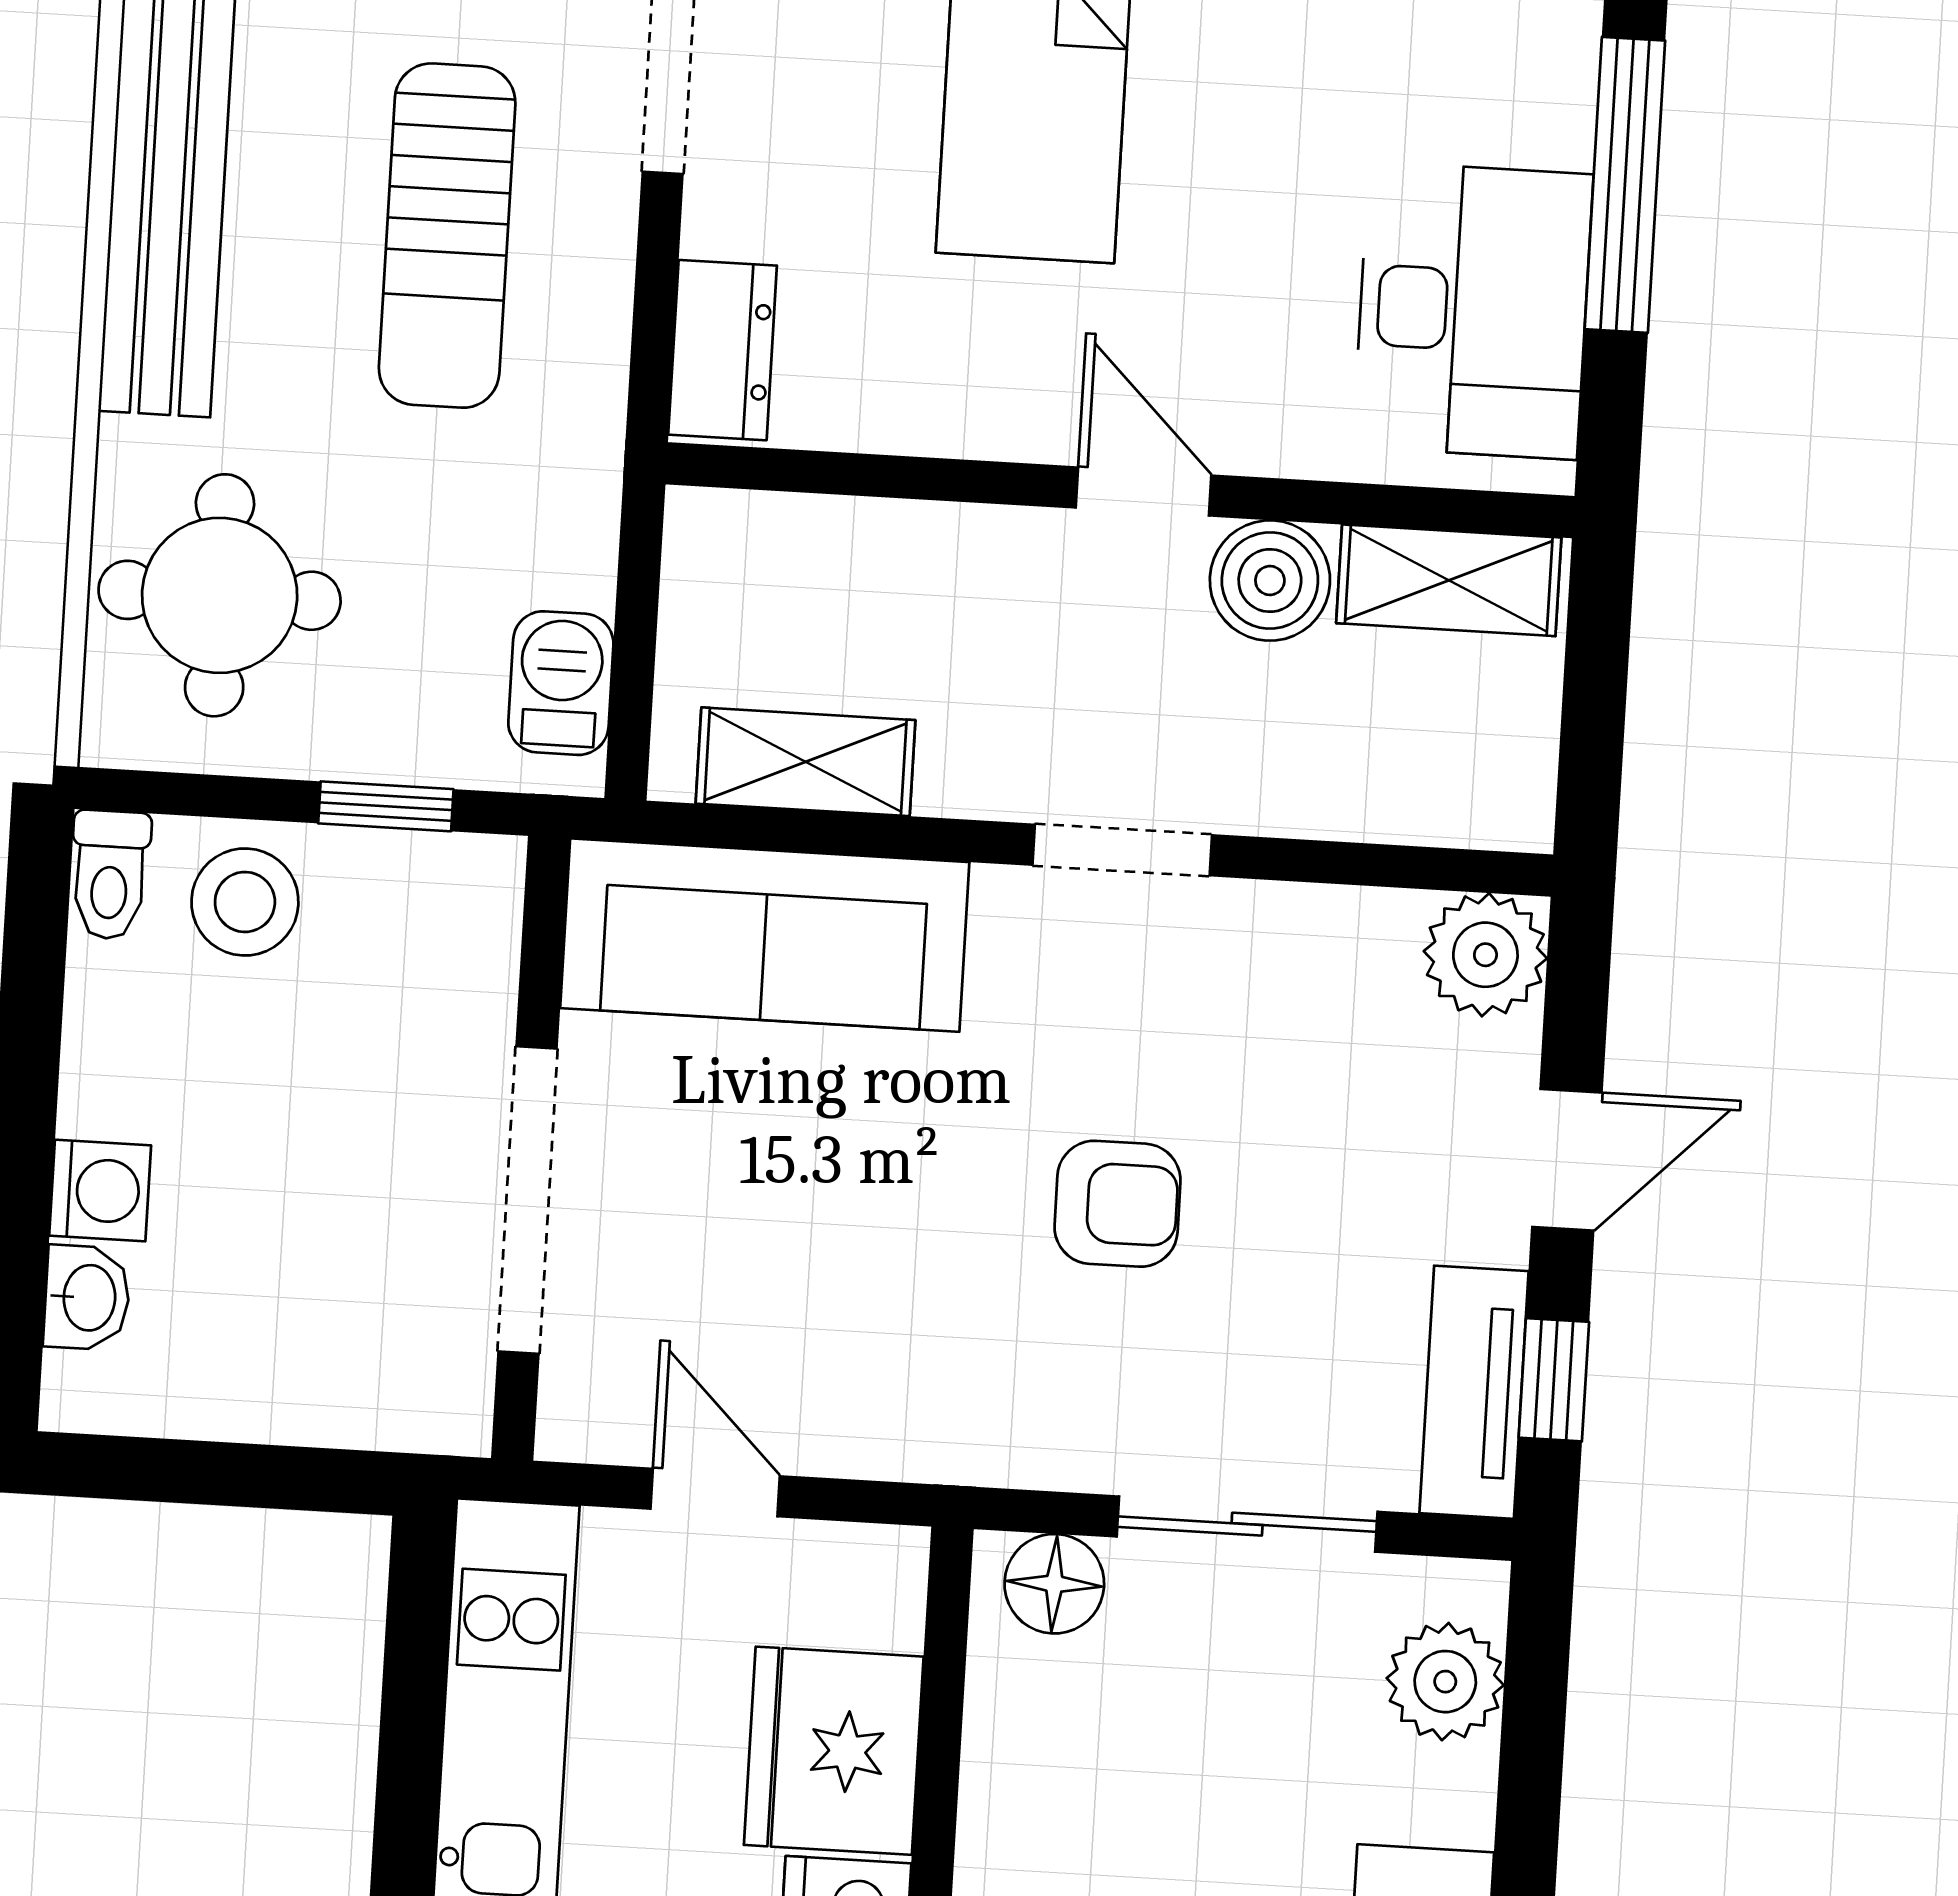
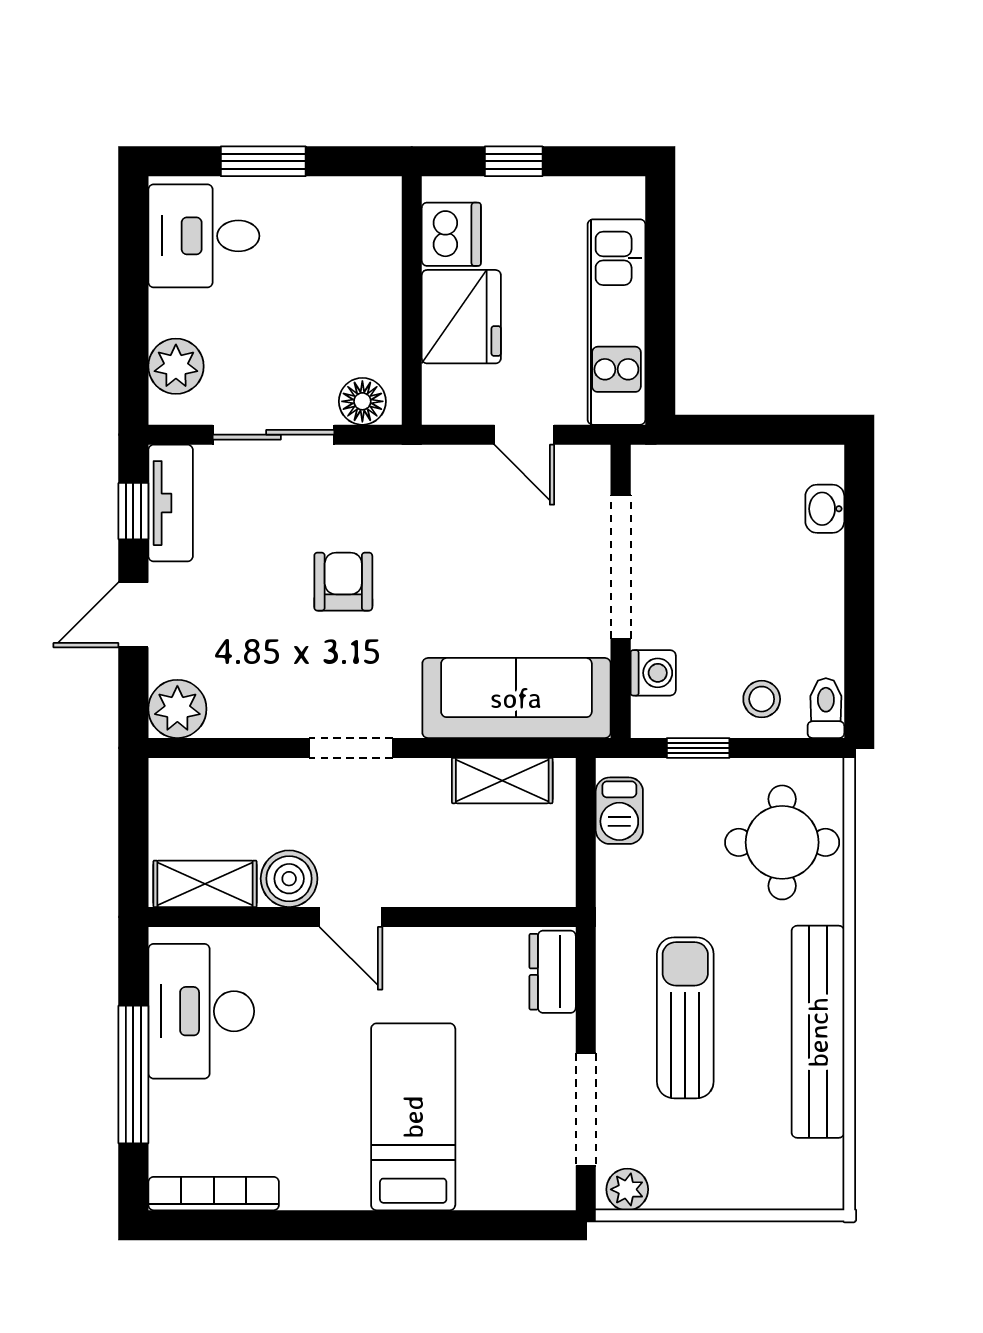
stool: (245, 902) -> (762, 699), width x0.73, depth x0.73
washing machine: (100, 1190) -> (653, 673), moved, turned 180
armchair: (1117, 1204) -> (343, 582), turned 90

